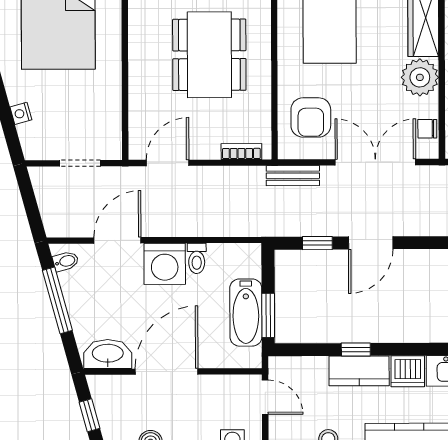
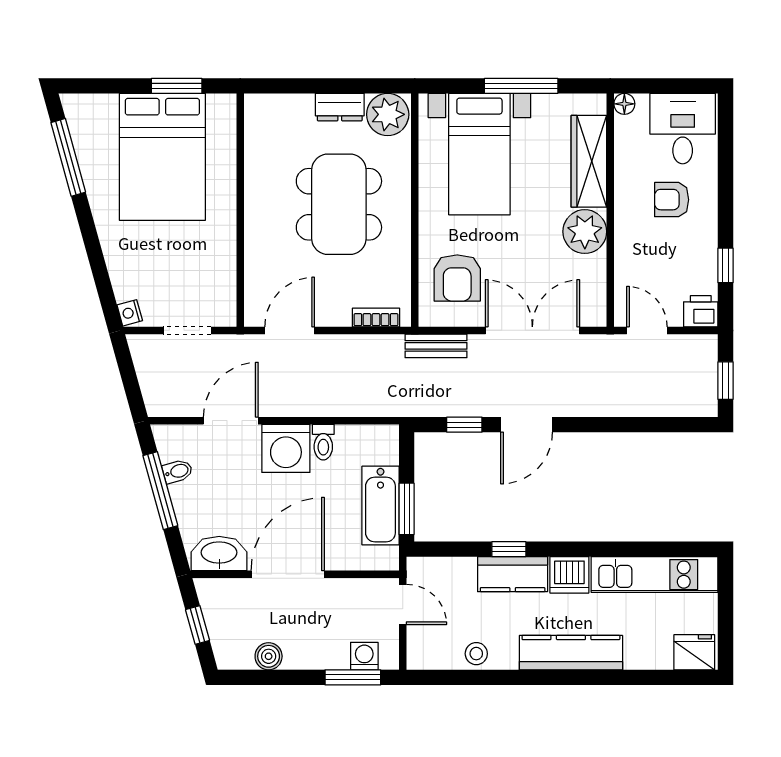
nightstand: (21, 113) -> (130, 313), moved
chair: (427, 129) -> (593, 292), removed
bidet: (66, 261) -> (177, 471), moved

